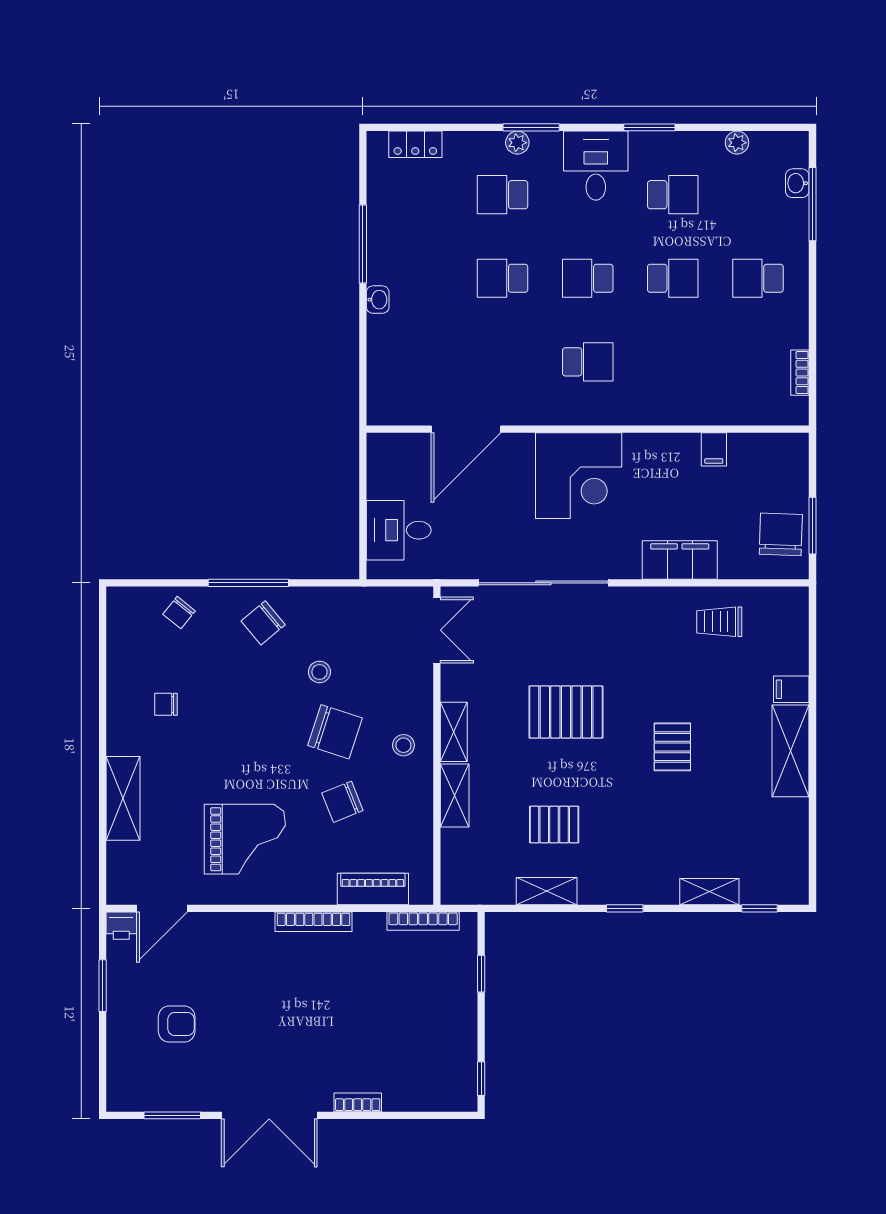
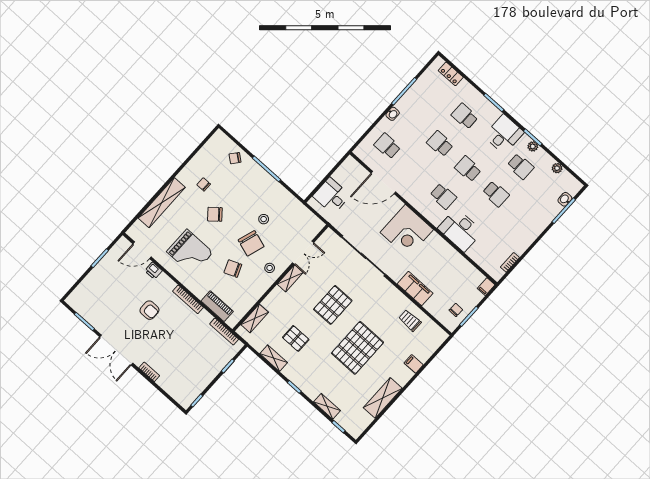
plant: (517, 143) -> (533, 146), moved
school desk: (758, 278) -> (387, 146), moved
desk: (667, 393) -> (460, 230), added
filing cabinet: (714, 449) -> (486, 287), moved
chair: (781, 534) -> (456, 310), width x0.54, depth x0.54
chair: (263, 623) -> (215, 214), moved
double door: (437, 630) -> (303, 253), moved
pallet: (566, 712) -> (333, 305), turned 90
pallet: (672, 747) -> (358, 348), width x2.05, depth x2.00
shelving: (791, 751) -> (383, 398), moved
shelving: (455, 796) -> (255, 318), moved
shelving: (123, 798) -> (162, 203), width x1.47
printer: (121, 926) -> (153, 271), moved
armchair: (177, 1024) -> (149, 310), moved

